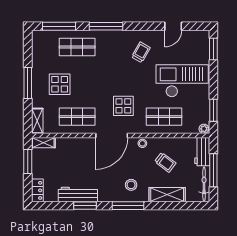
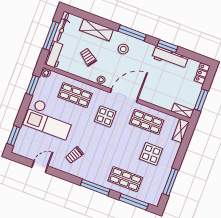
window: (28, 83) -> (171, 182), moved

